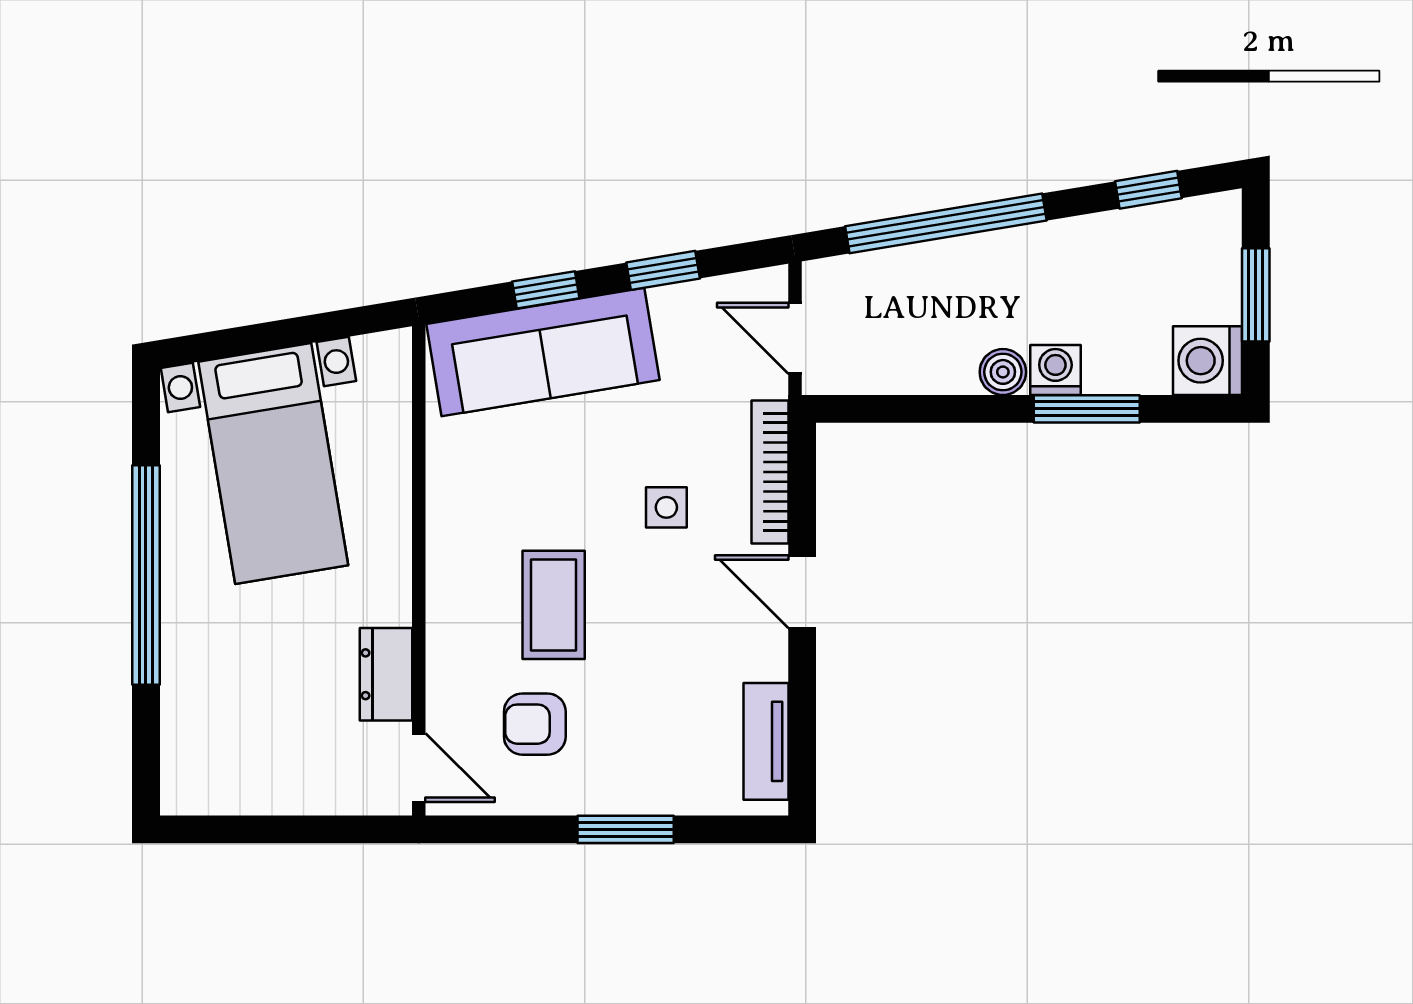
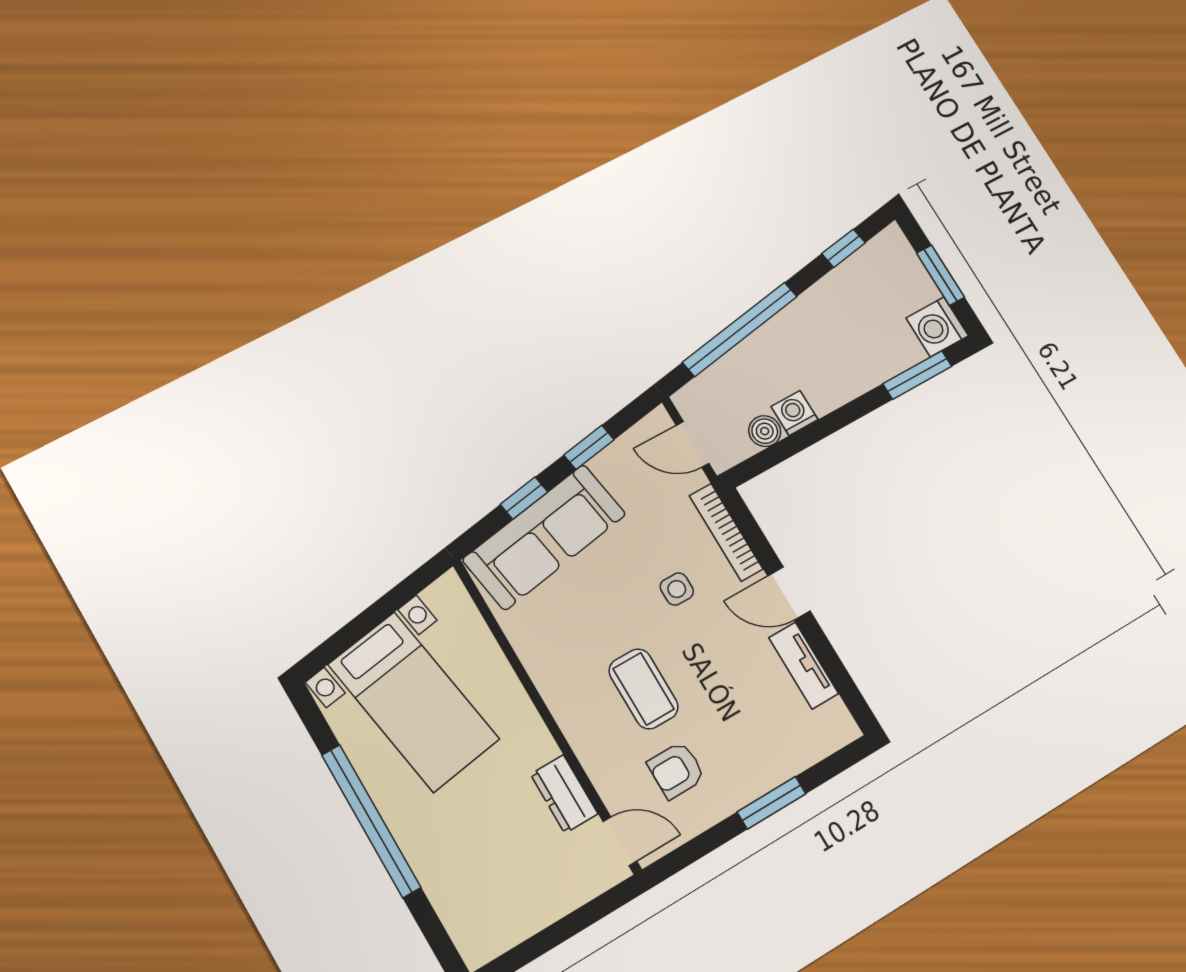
washing machine: (1055, 370) -> (795, 413), moved
boiler: (1003, 372) -> (765, 431), moved
window: (1087, 409) -> (917, 375), moved
tv unit: (766, 741) -> (804, 666), moved

